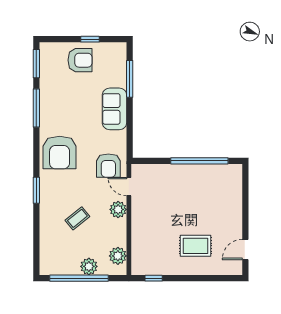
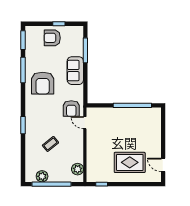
armchair: (80, 60) -> (52, 38), turned 180
armchair: (60, 153) -> (43, 83), moved
plant: (118, 209) -> (78, 138), removed
rug: (195, 246) -> (130, 162), width x1.36, depth x1.43
door: (245, 249) -> (163, 165), hinge flipped
plant: (89, 266) -> (42, 176), moved

